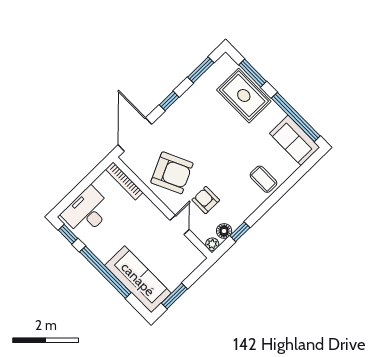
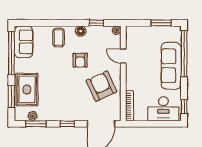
plant: (212, 74) -> (33, 116), added
armchair: (206, 200) -> (80, 60), moved
door: (180, 225) -> (123, 56), hinge flipped
floor lamp: (224, 231) -> (81, 31), moved
window: (105, 272) -> (184, 54), moved
sofa: (138, 279) -> (171, 66), moved

